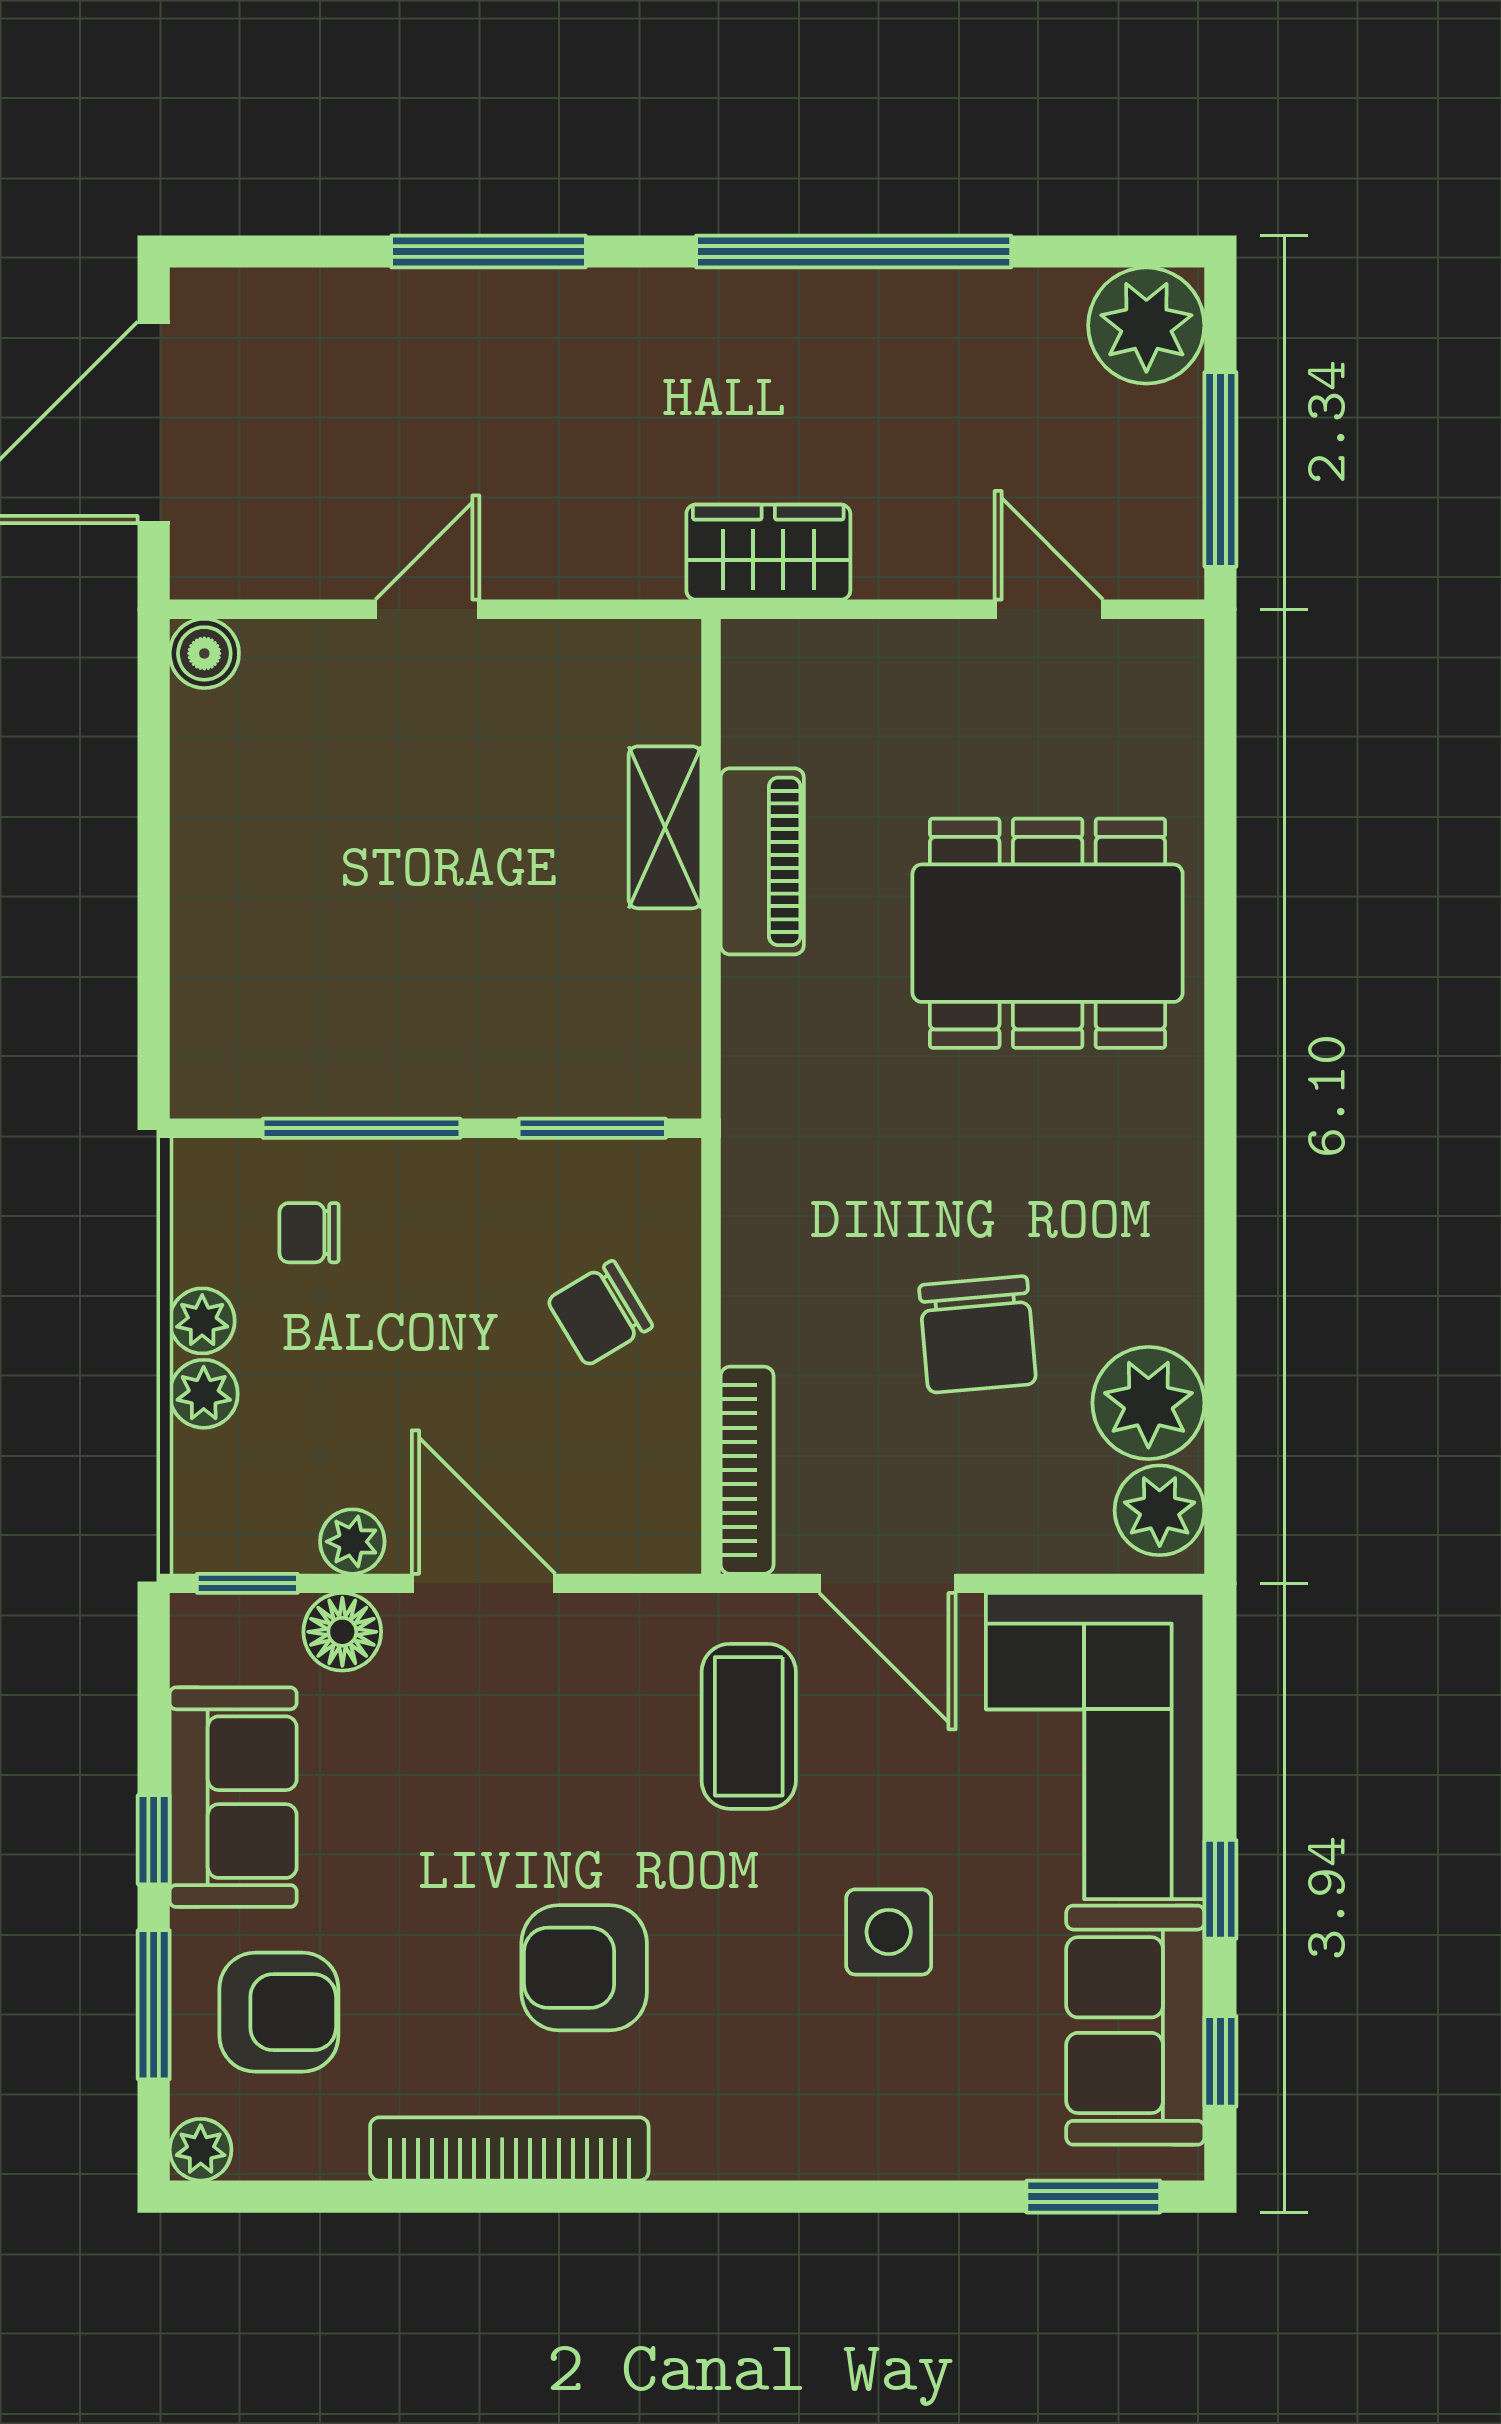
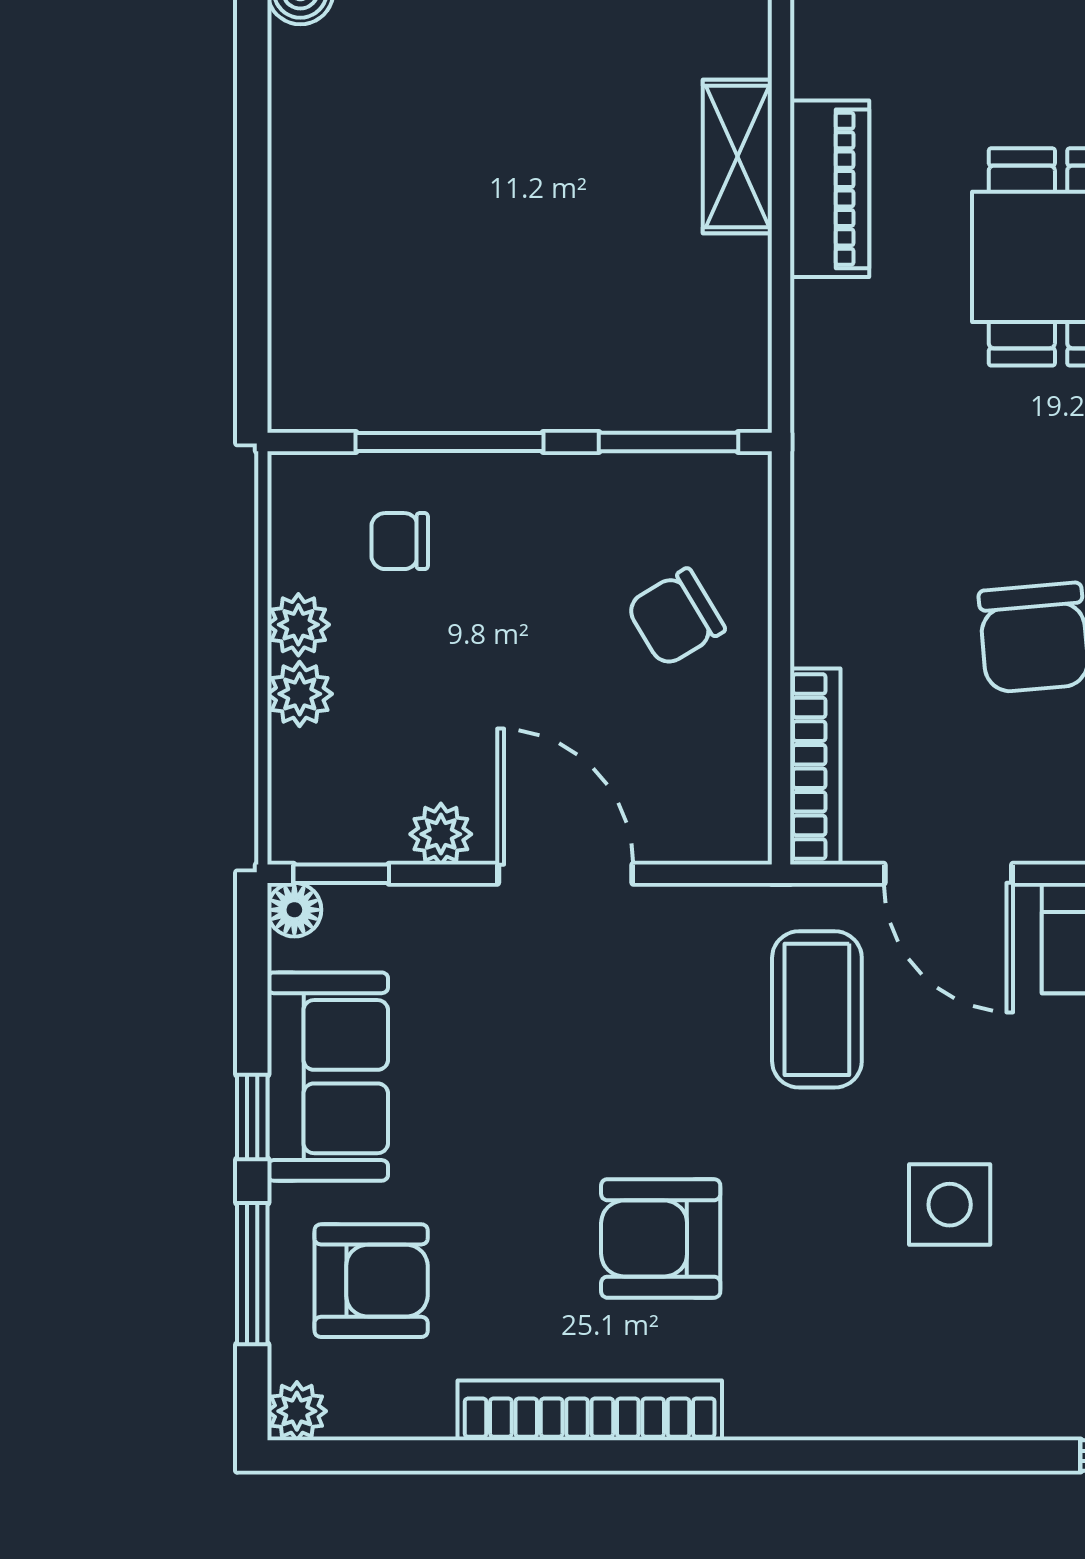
floor lamp: (342, 1632) -> (294, 910), moved, width x0.73, depth x0.73

